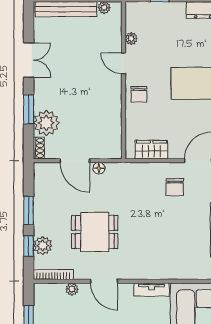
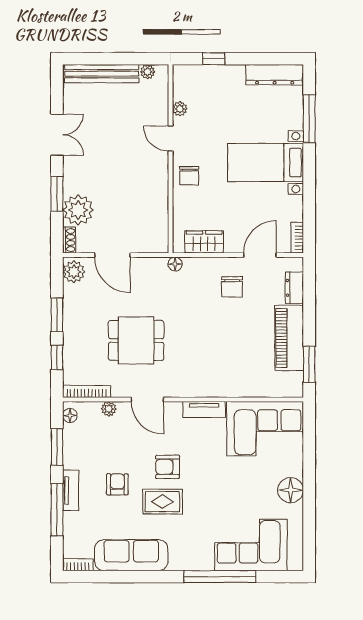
floor lamp: (99, 168) -> (175, 264), moved
plant: (43, 246) -> (74, 272), moved
floor lamp: (39, 295) -> (70, 415), added

